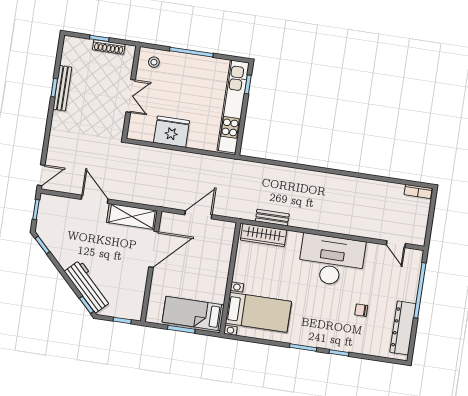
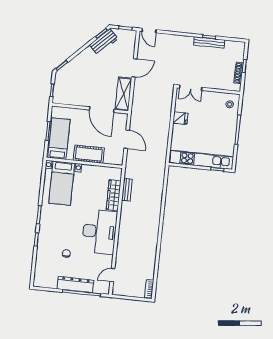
double door: (131, 96) -> (191, 88), moved
fridge: (172, 132) -> (180, 118), width x0.53, depth x0.75
wardrobe: (264, 235) -> (114, 195), moved
cot: (218, 271) -> (89, 154), added
workbench: (88, 287) -> (104, 42), moved, width x0.73
dresser: (403, 328) -> (75, 285), moved

